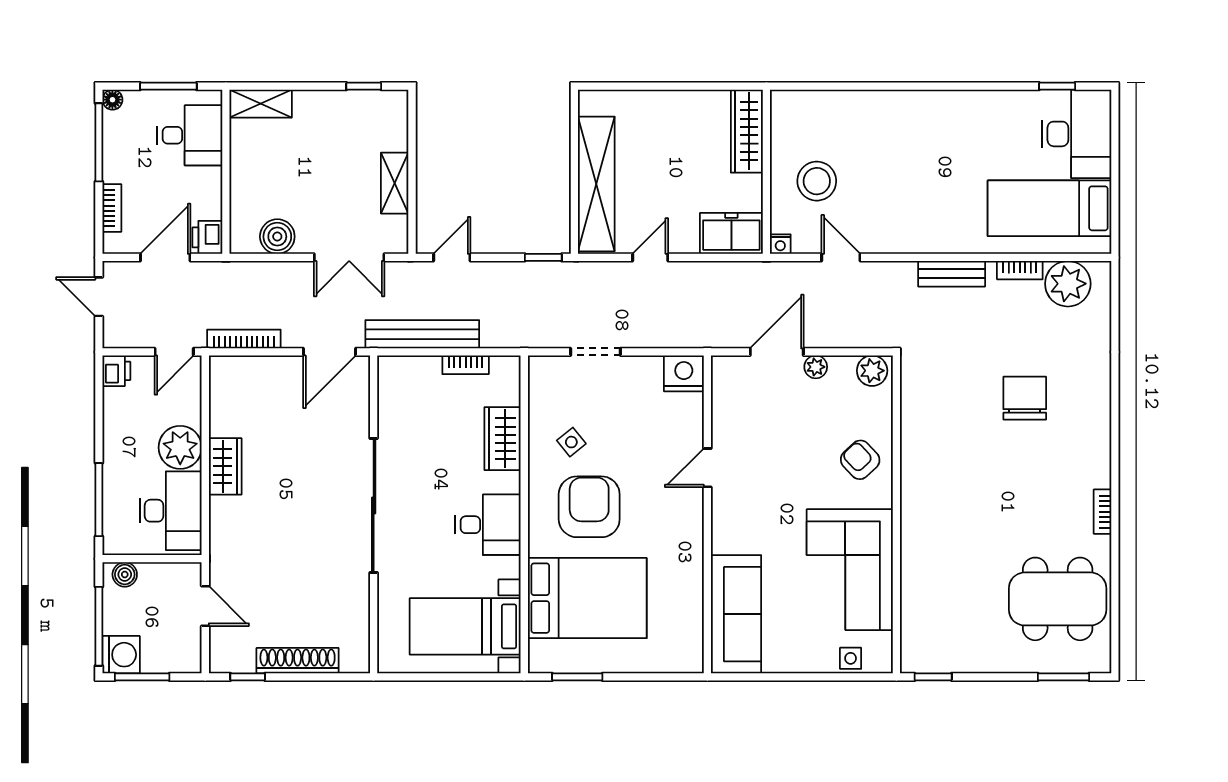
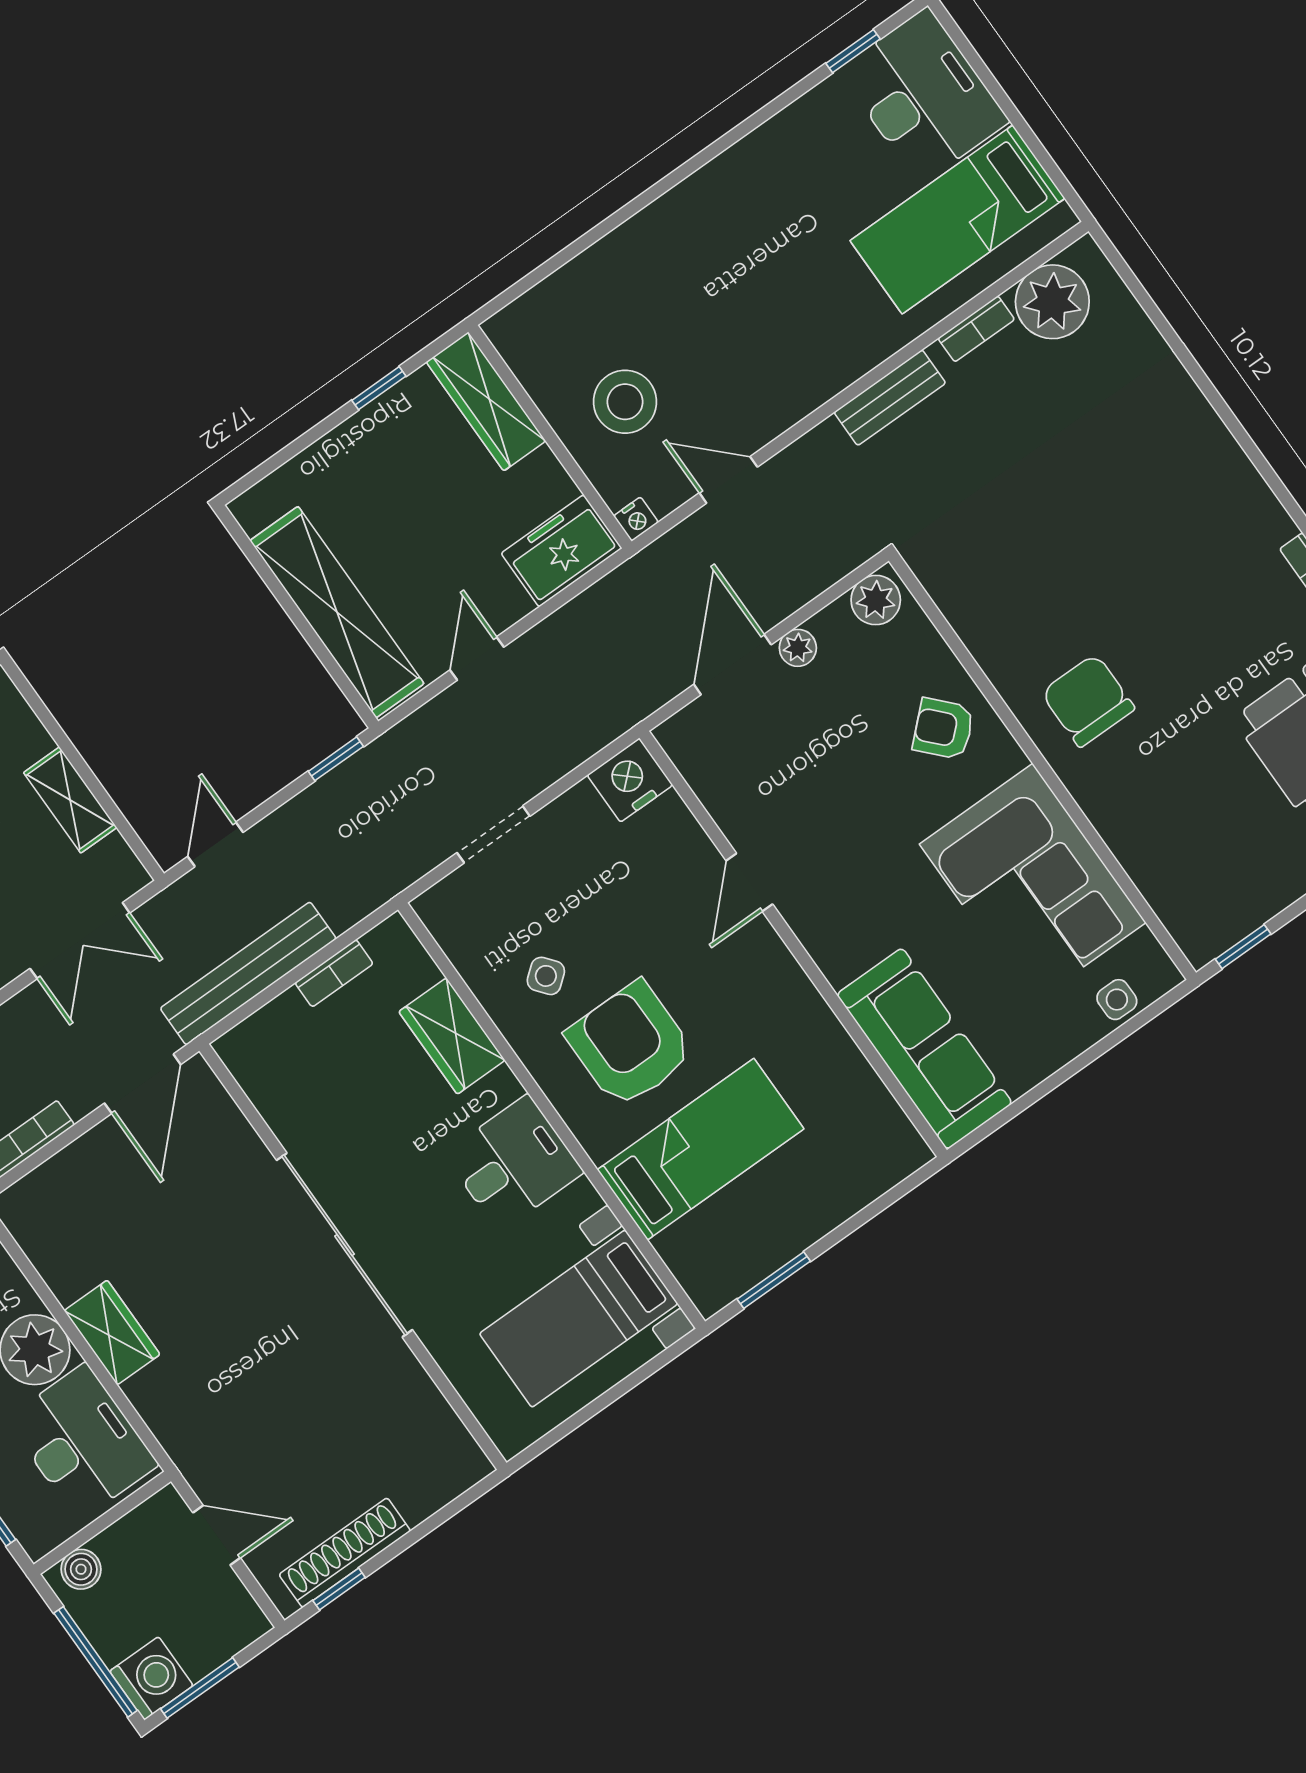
window: (698, 86) -> (379, 388), added
chair: (1025, 398) -> (1088, 701), moved
bed: (587, 598) -> (701, 1149), width x0.67
shoe rack: (298, 661) -> (345, 1553), moved

